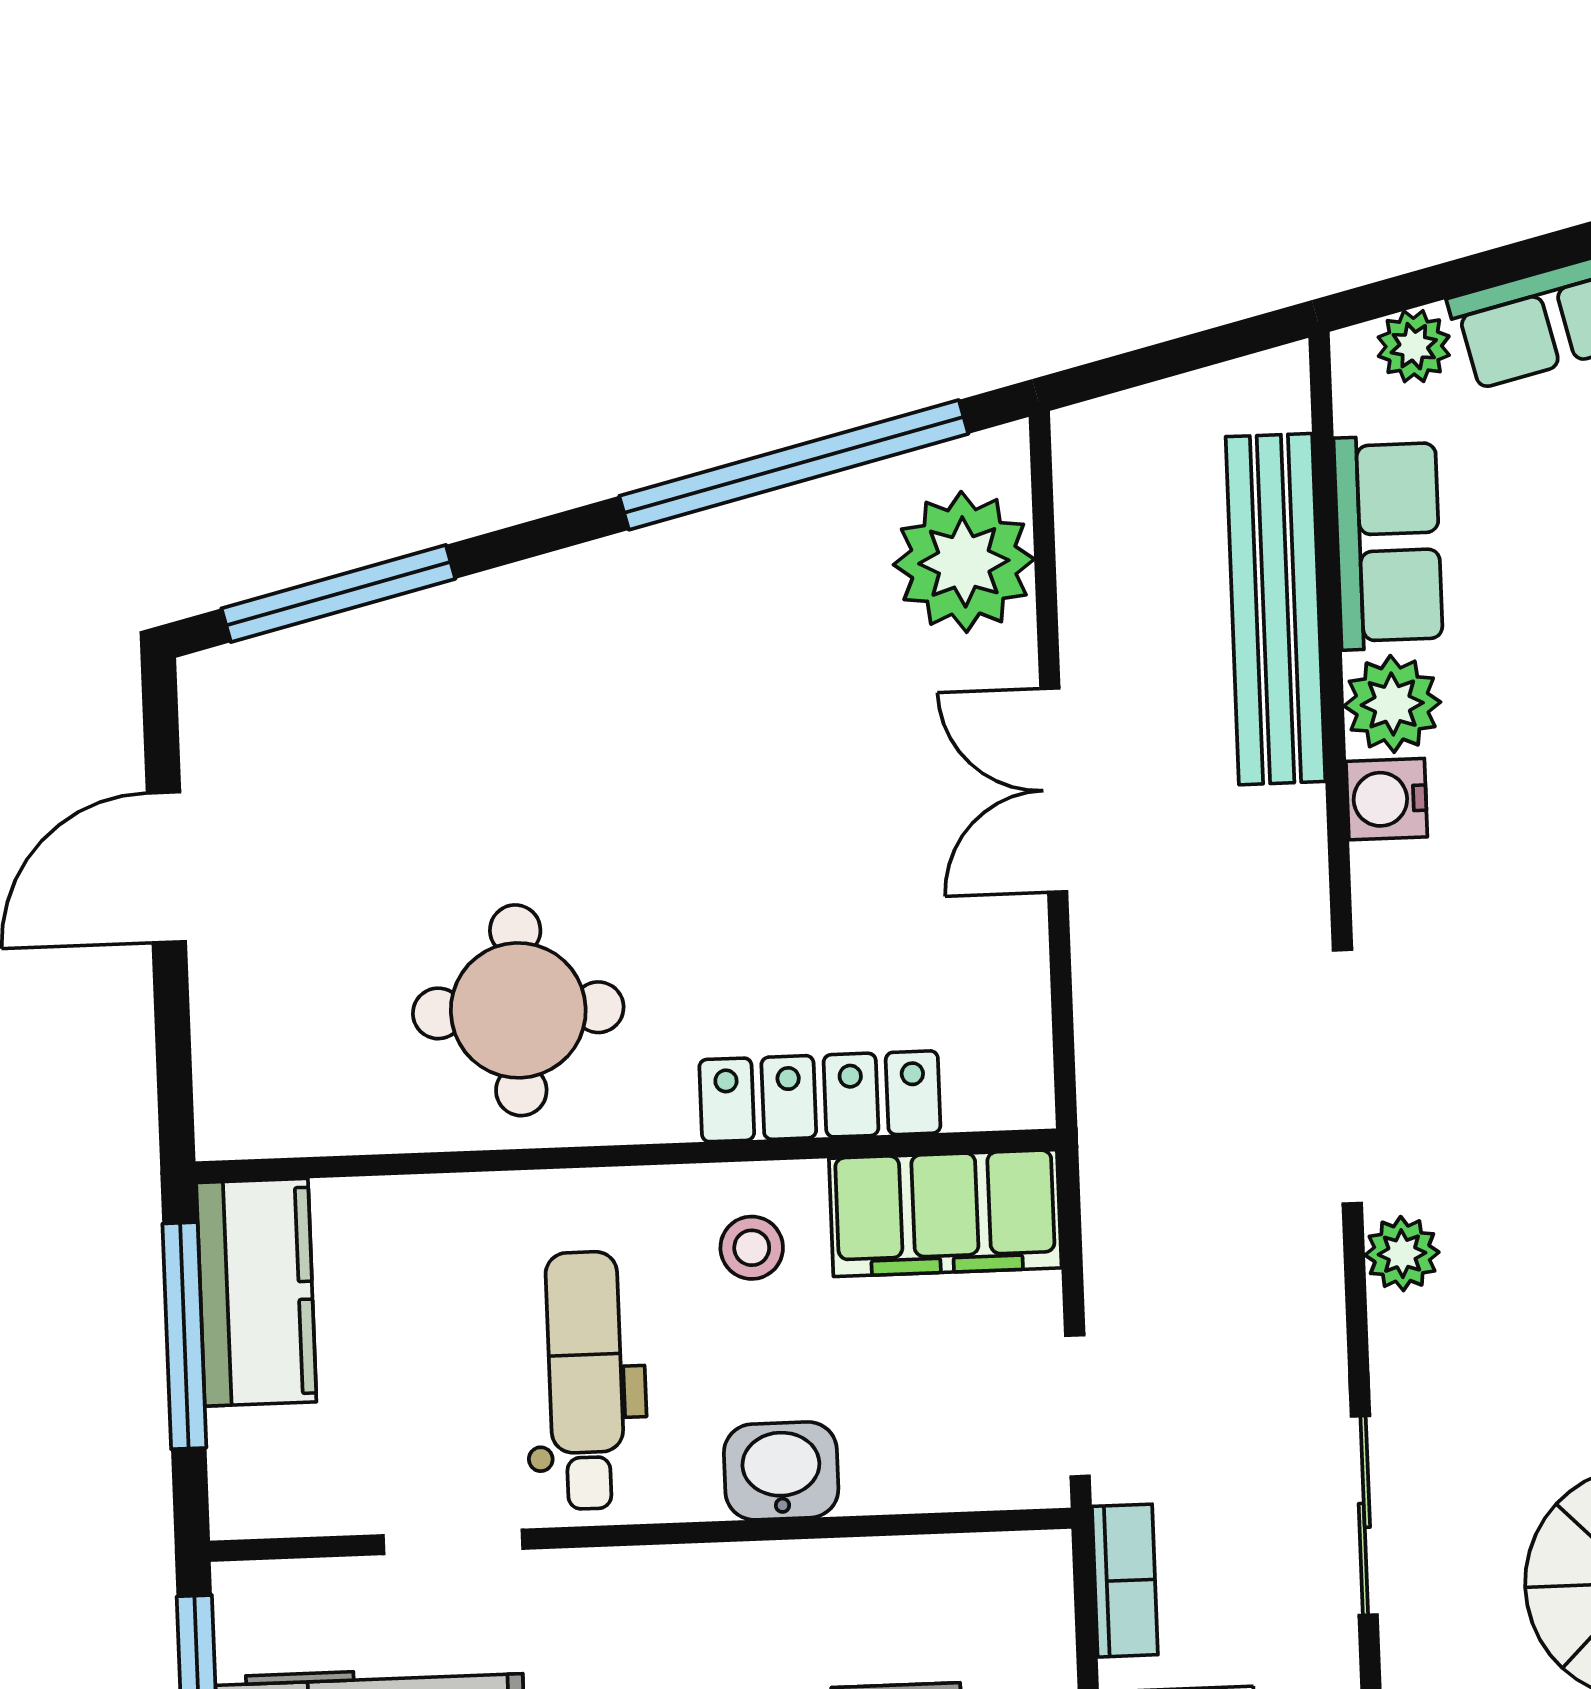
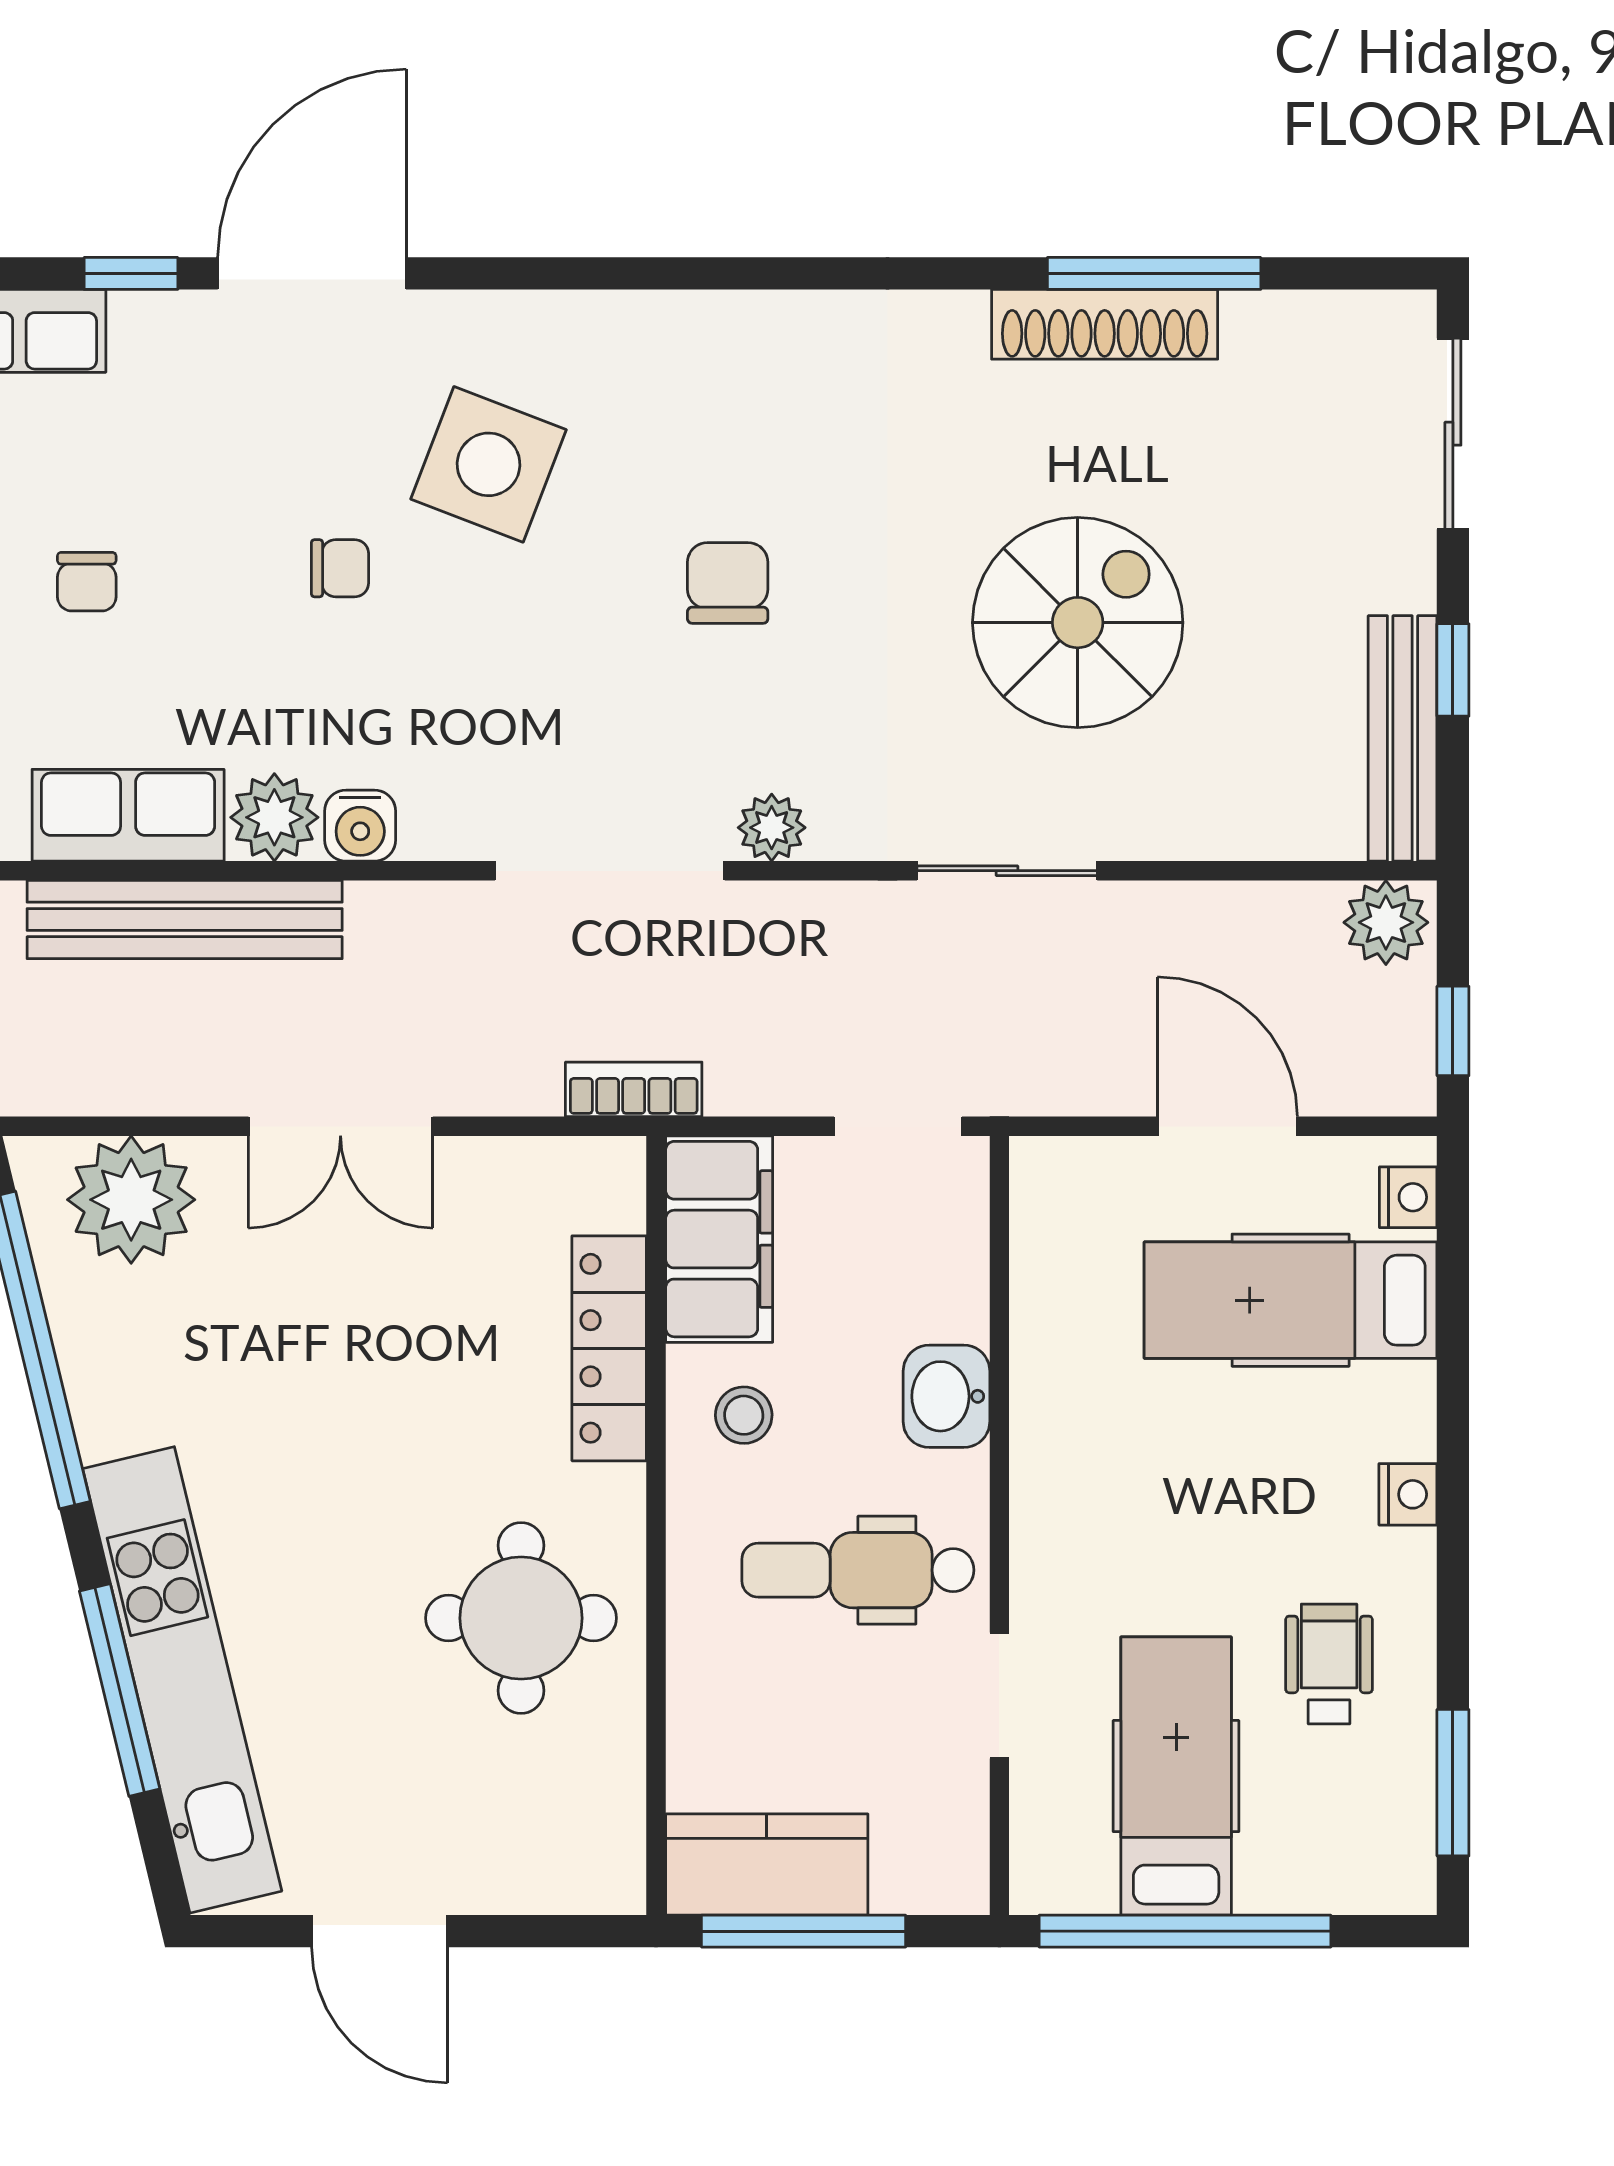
window: (338, 594) -> (120, 1690), moved
kitchen unit: (436, 639) -> (182, 1680), added
bookcase: (1125, 1581) -> (634, 1089), moved

